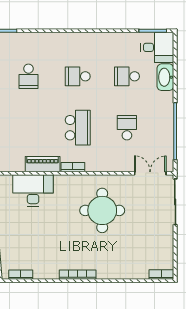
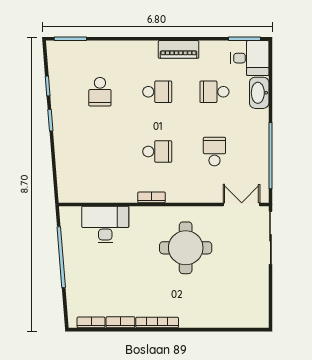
school desk: (78, 76) -> (157, 92), turned 180
school desk: (78, 128) -> (157, 152), width x0.54
piano: (43, 164) -> (179, 49), moved, turned 180
bookcase: (161, 274) -> (120, 322), moved

